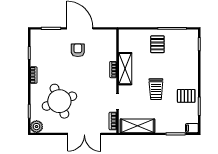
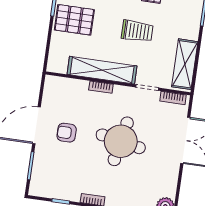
pallet: (157, 44) -> (74, 20), width x1.50, depth x1.42
shelving: (125, 69) -> (102, 70), width x1.47
round table: (59, 101) -> (121, 141), moved, turned 32

